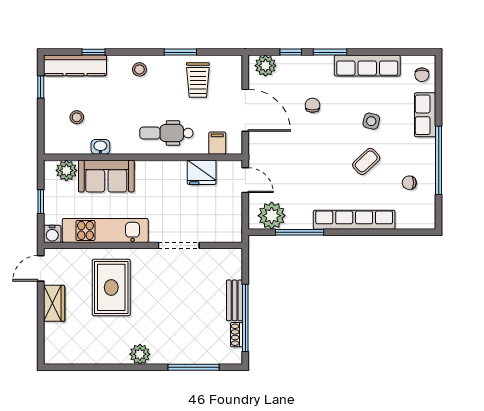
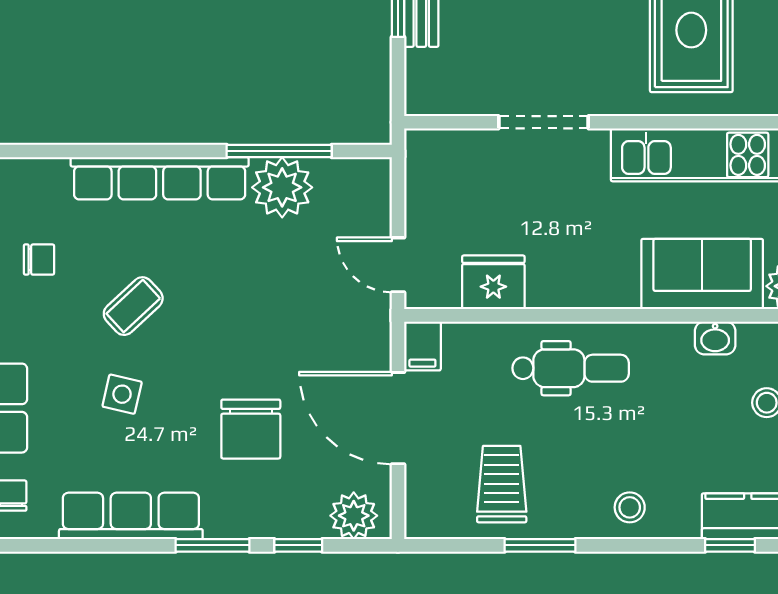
chair: (312, 105) -> (251, 429), width x1.87, depth x1.87
filing cabinet: (217, 143) -> (422, 346), moved
plant: (272, 216) -> (282, 187), moved

